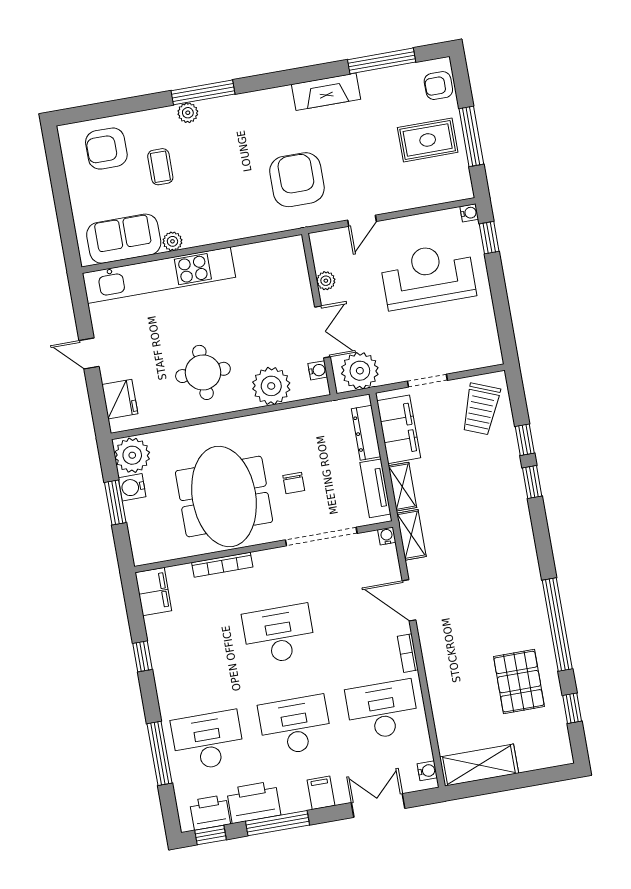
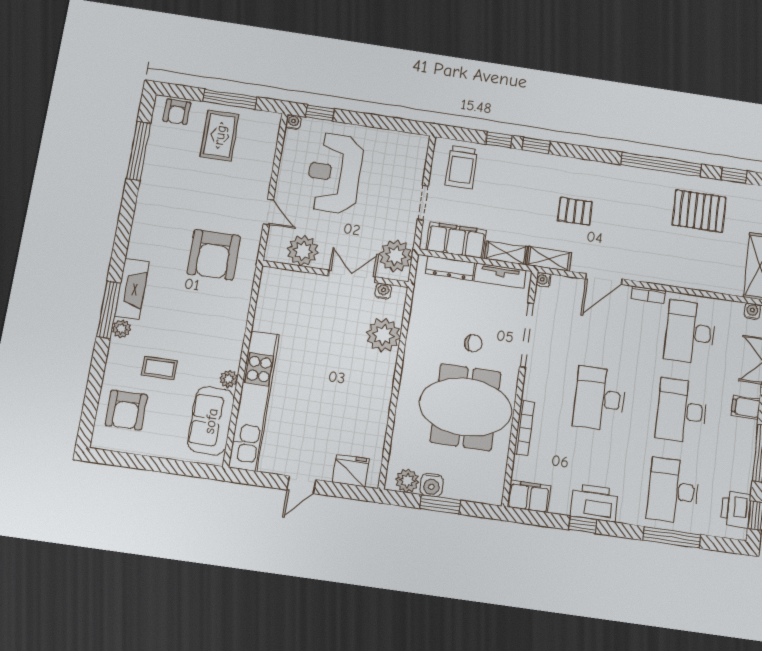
fireplace: (326, 92) -> (132, 289), moved
armchair: (297, 180) -> (214, 255), turned -90
plant: (326, 281) -> (303, 251), width x1.88, depth x1.88
round table: (203, 372) -> (352, 390), removed
trolley: (481, 409) -> (461, 167), turned 68
plant: (132, 455) -> (407, 481), width x0.73, depth x0.73
pallet: (473, 547) -> (575, 211), added
printer: (254, 802) -> (594, 503), moved, turned 90

